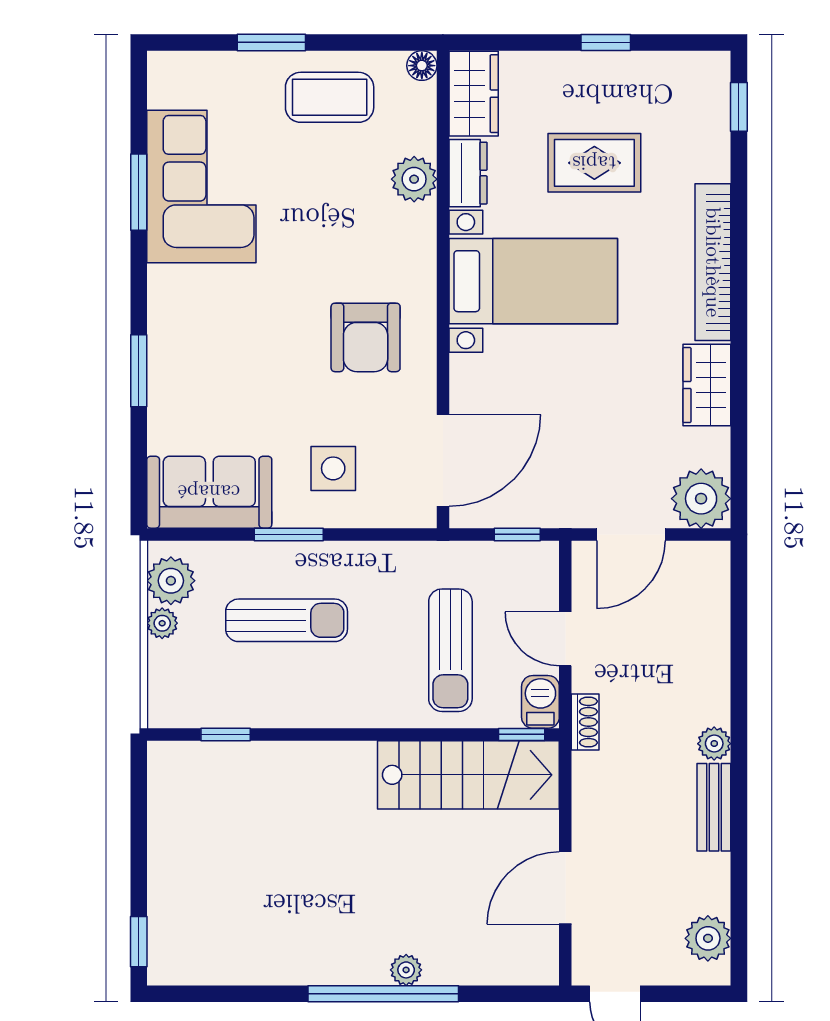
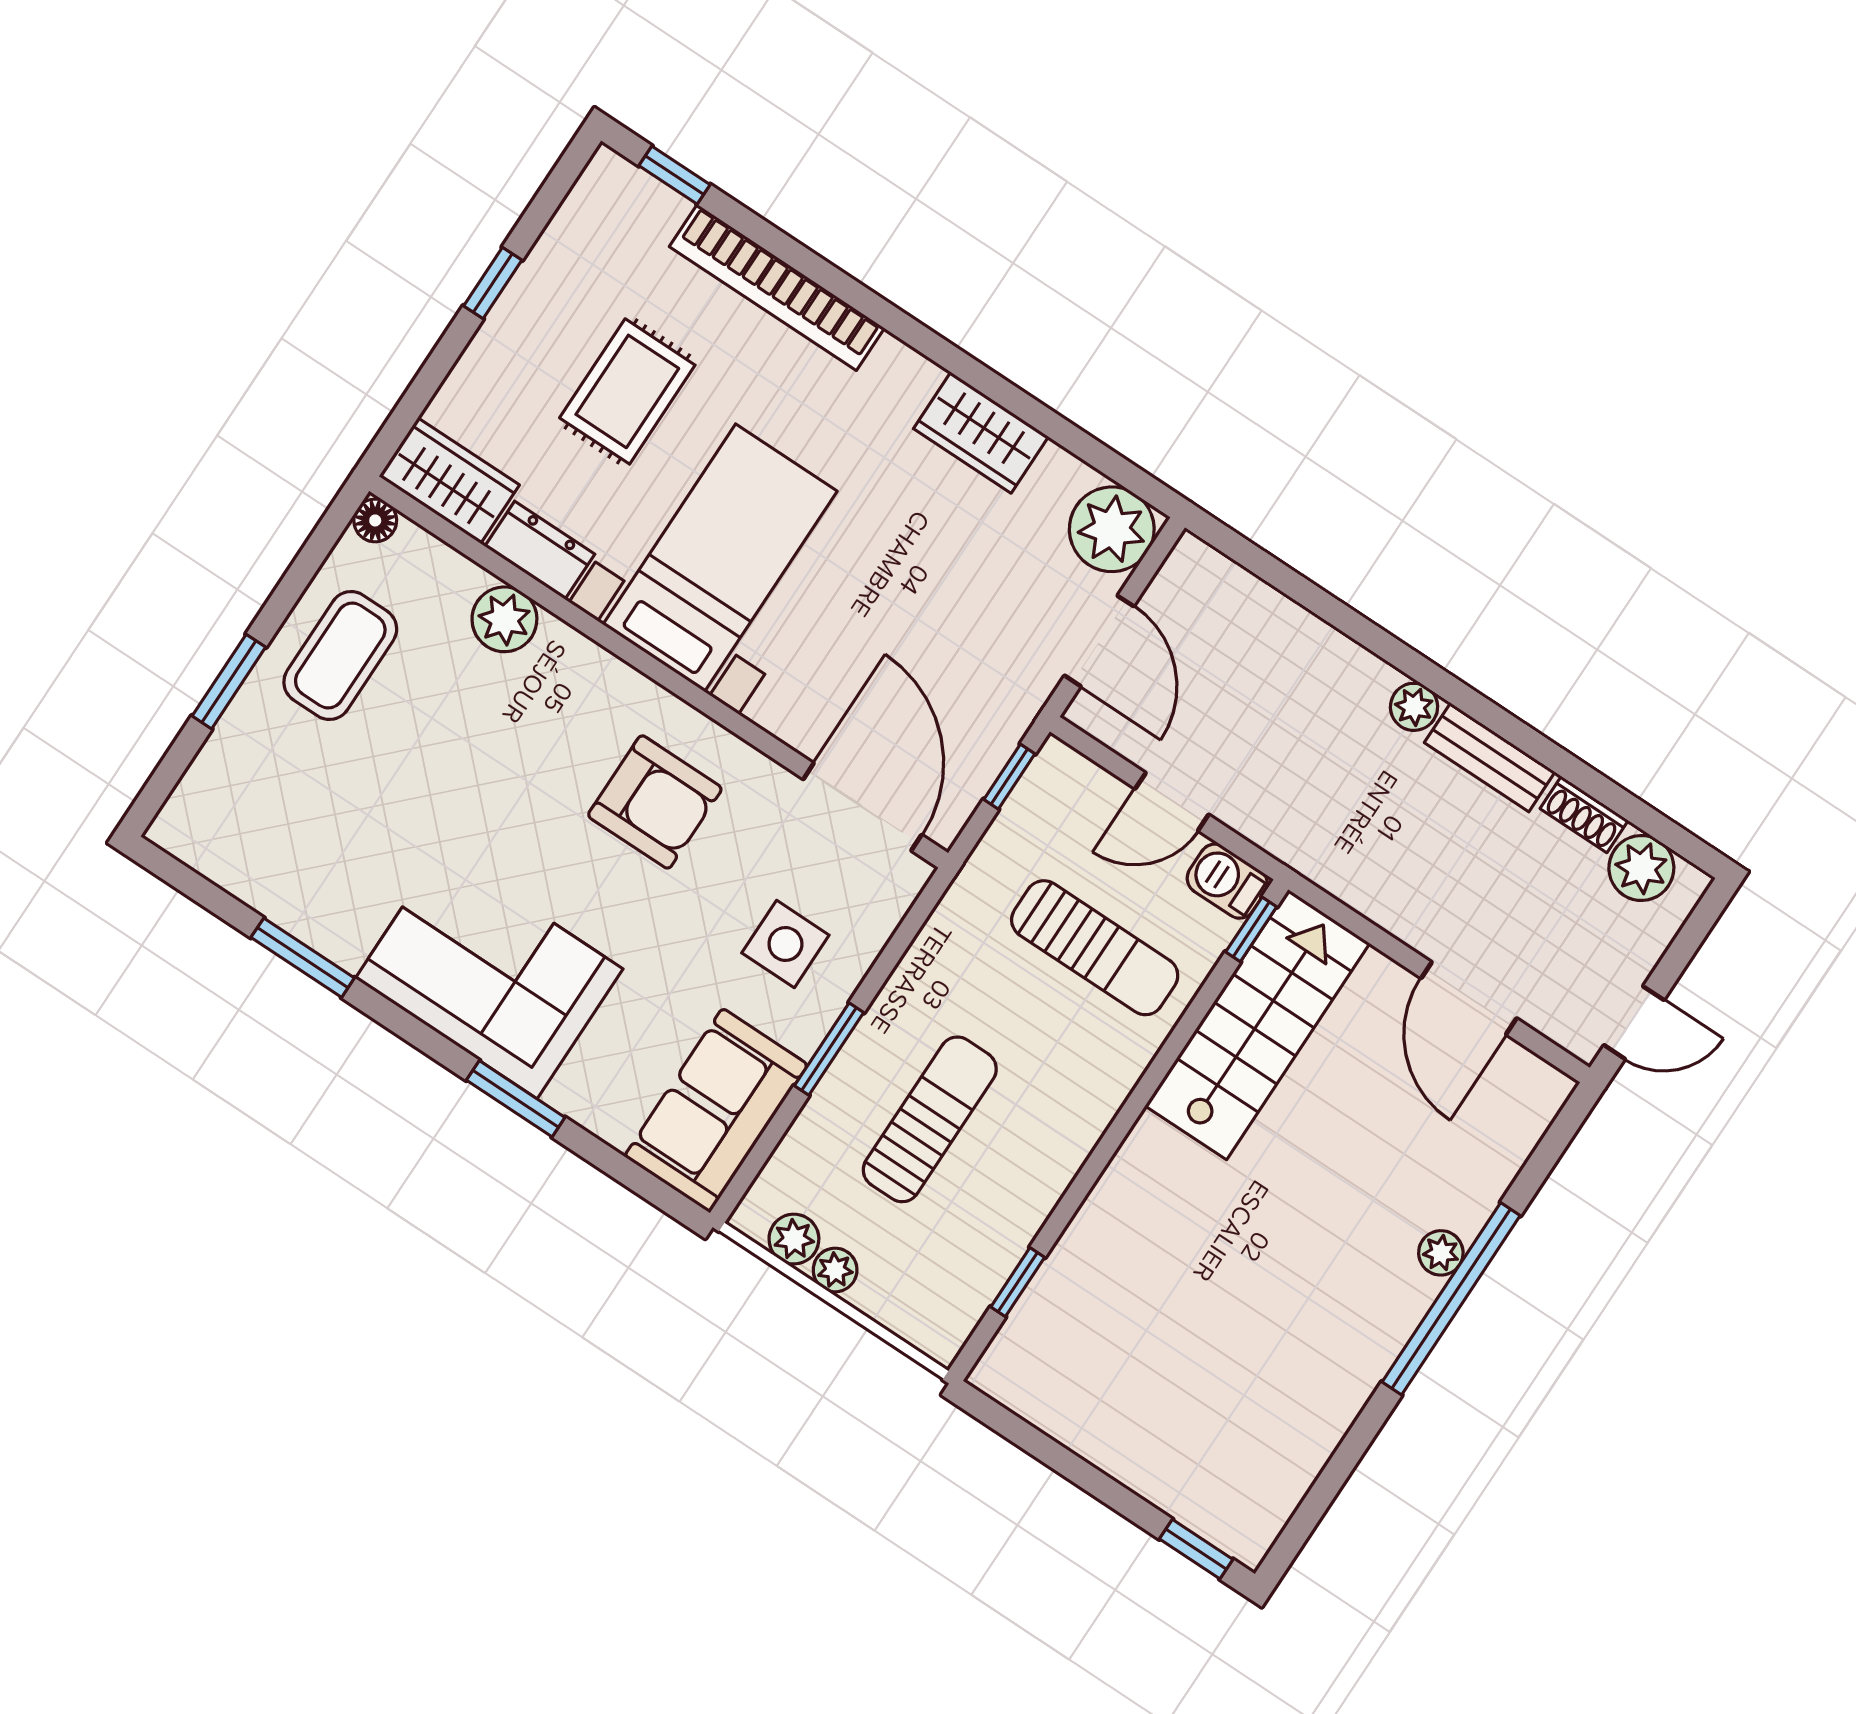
corner sofa: (201, 186) -> (489, 974), moved
bookcase: (713, 262) -> (777, 287), moved
plant: (171, 581) -> (794, 1239), width x0.73, depth x0.73
shoe rack: (585, 722) -> (1584, 814), moved, turned 180

